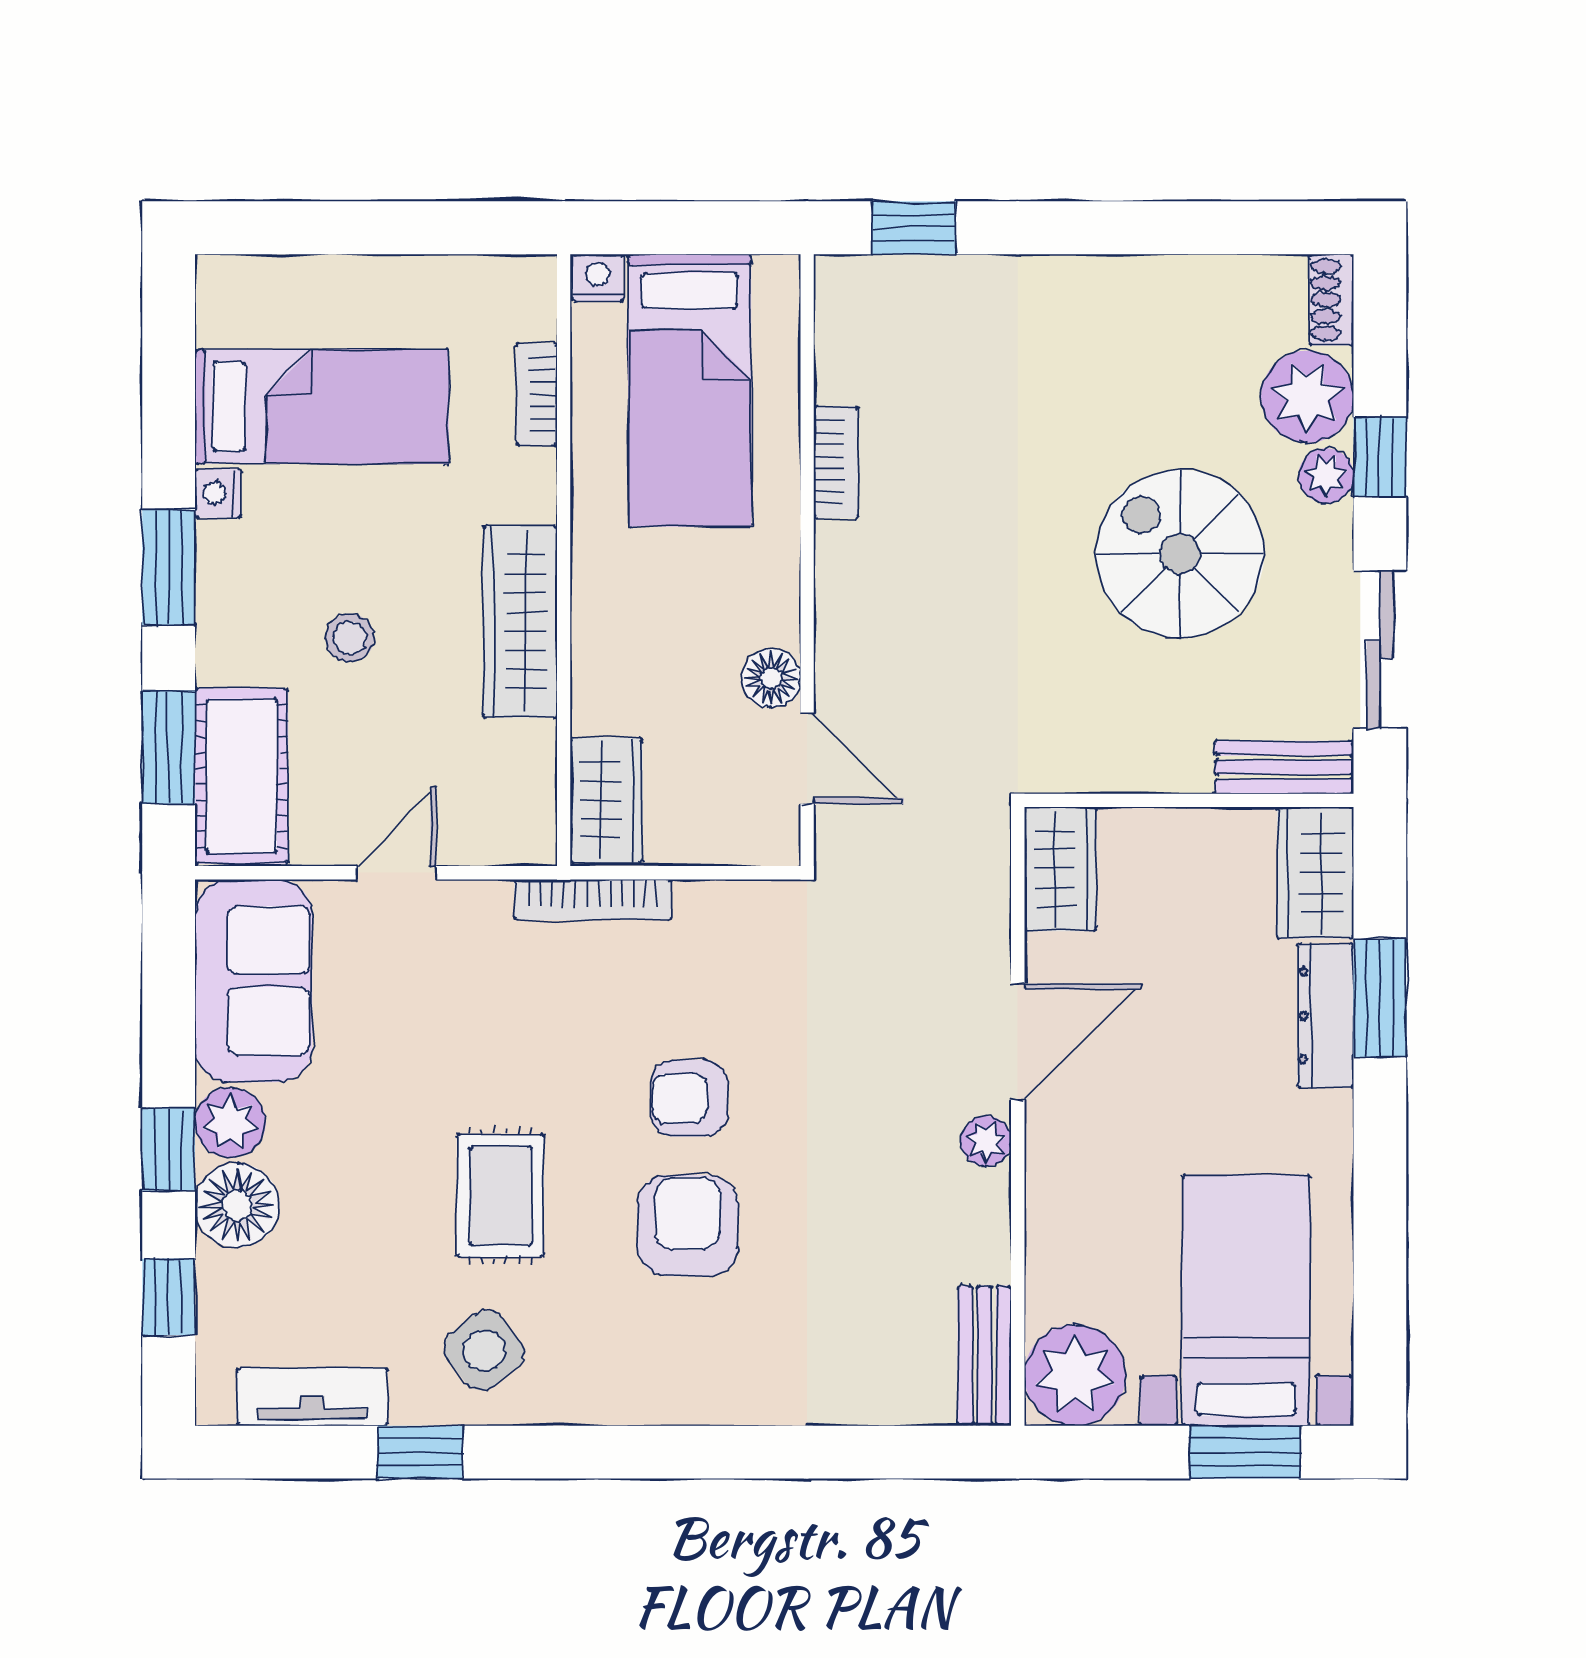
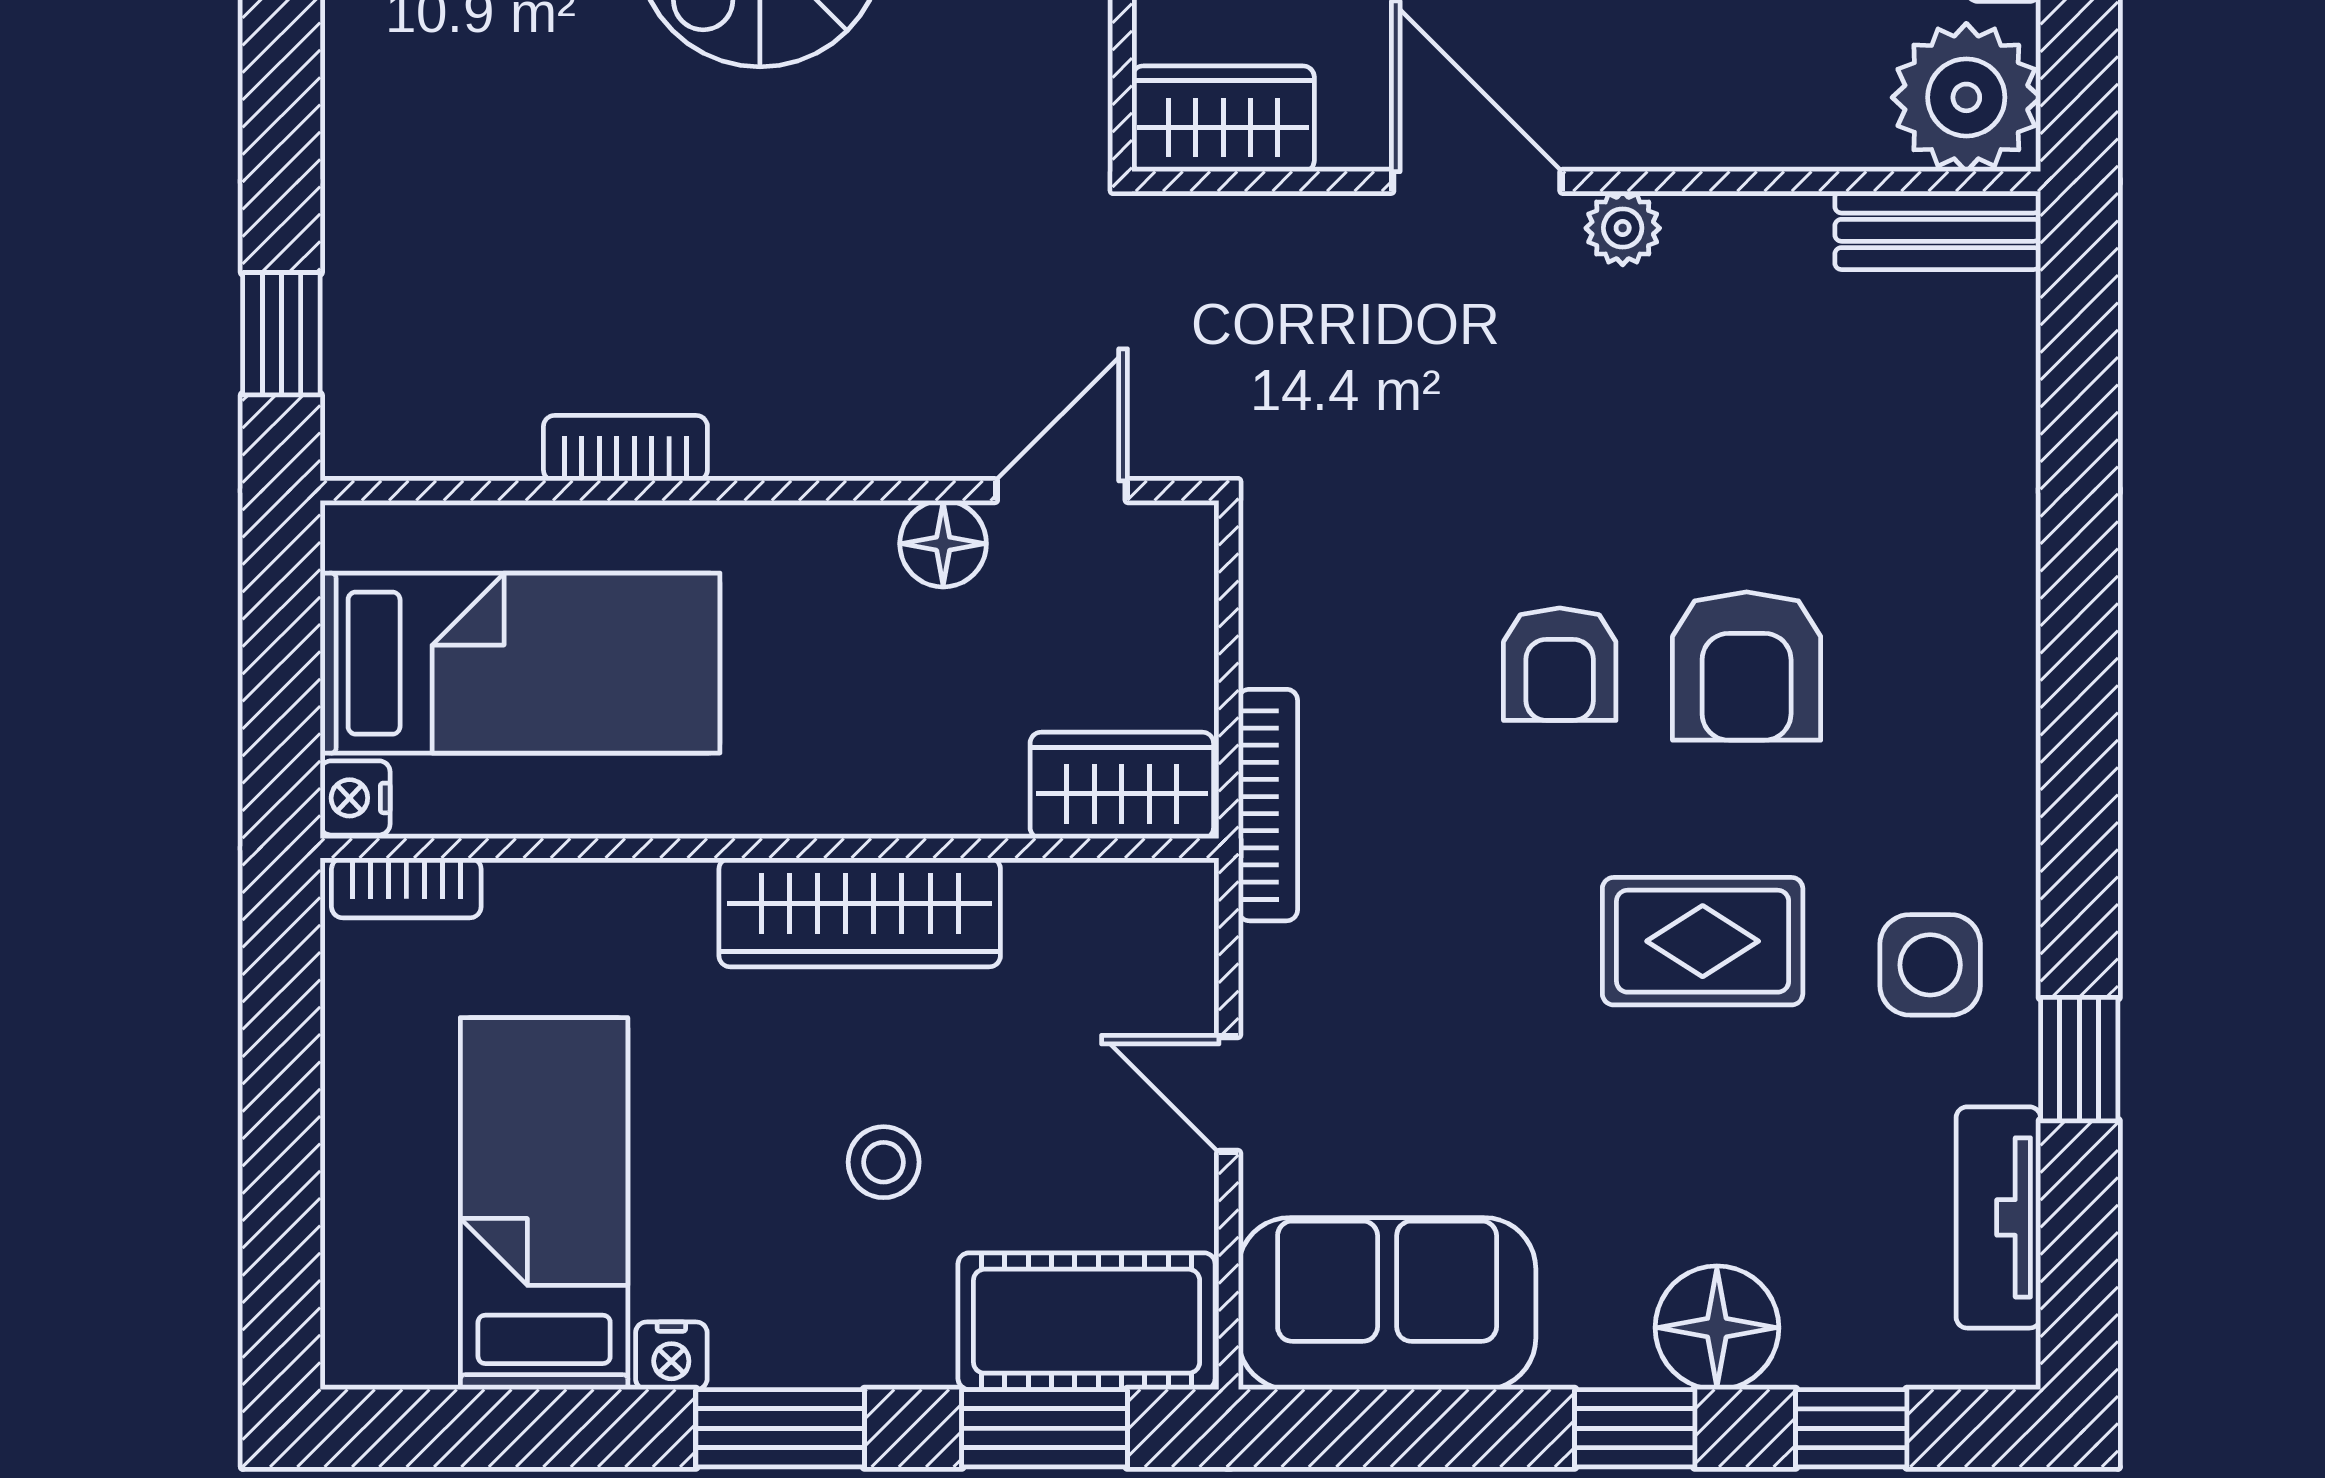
bookcase: (537, 394) -> (406, 888), moved
plant: (230, 1123) -> (1595, 1338), removed
armchair: (688, 1226) -> (1747, 666), turned -90
side table: (484, 1351) -> (1930, 965), turned 38

